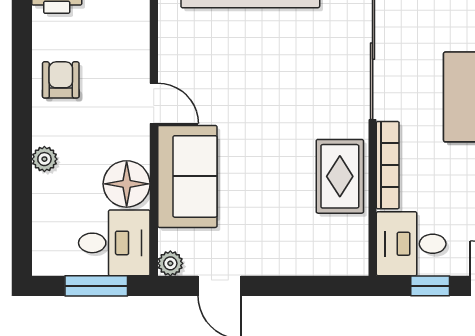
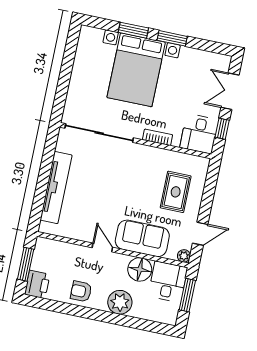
door: (154, 103) -> (102, 247), hinge flipped
plant: (44, 159) -> (120, 302), width x1.87, depth x1.87
bookcase: (388, 165) -> (158, 137), width x0.64
rug: (340, 176) -> (176, 192), moved, turned 90

